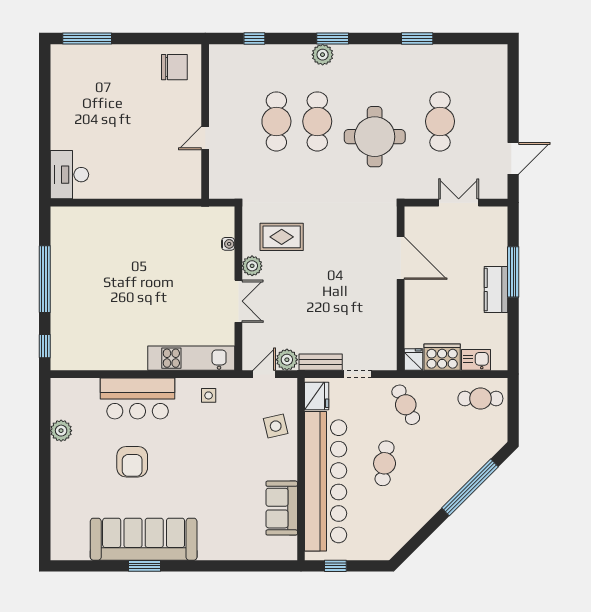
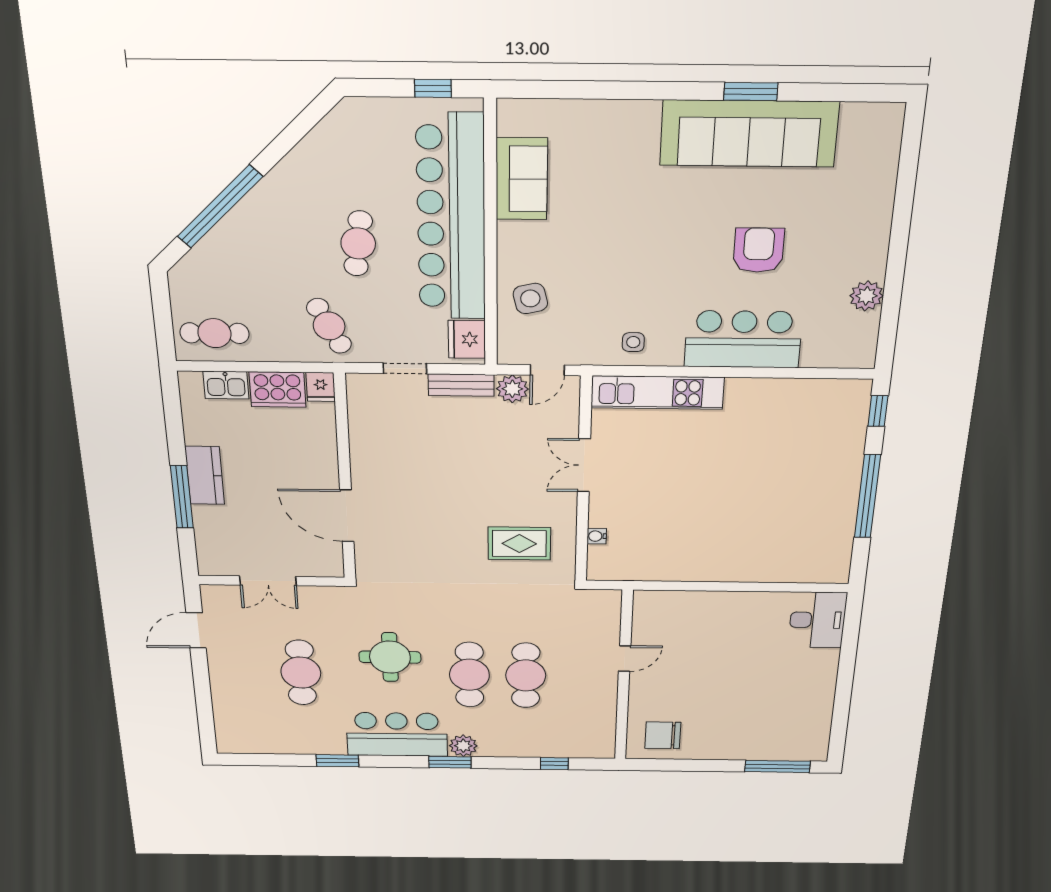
bar counter: (372, 65) -> (397, 734), added
round table: (375, 137) -> (390, 657), width x0.73, depth x0.73
plant: (252, 266) -> (563, 509), removed

